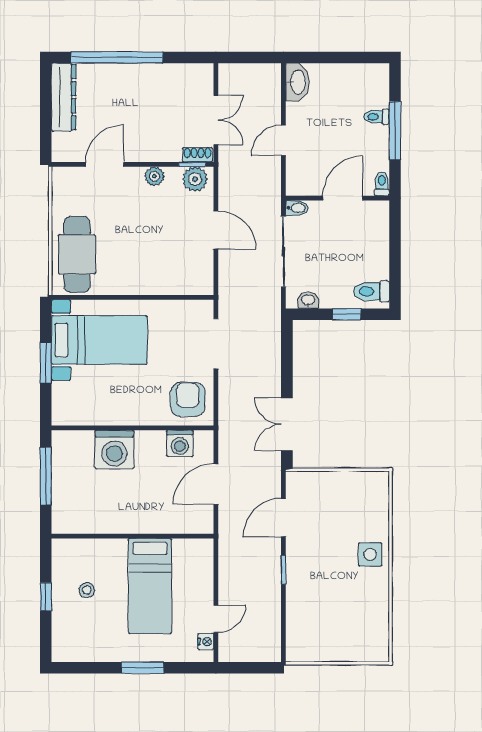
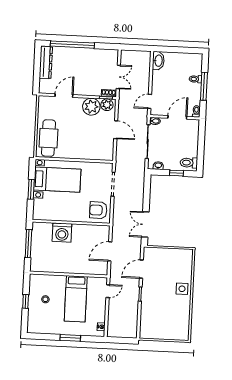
door: (283, 140) -> (150, 101), moved
plant: (154, 176) -> (91, 107), width x1.87, depth x1.87
armchair: (188, 399) -> (98, 210), turned -90
washing machine: (180, 443) -> (93, 231), removed
door: (216, 619) -> (108, 291), moved

